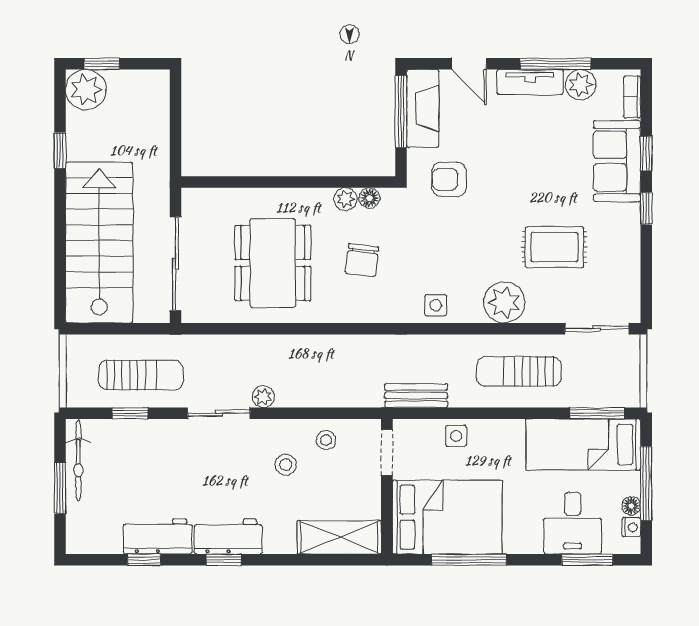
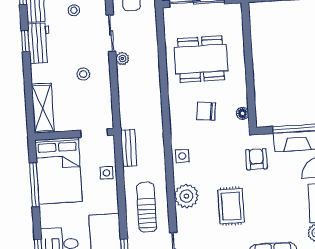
plant: (345, 199) -> (241, 99), removed
rug: (554, 247) -> (231, 206), moved
stool: (326, 440) -> (74, 10), moved

